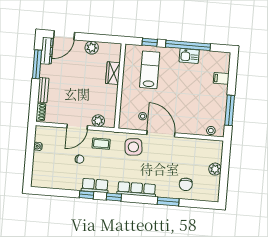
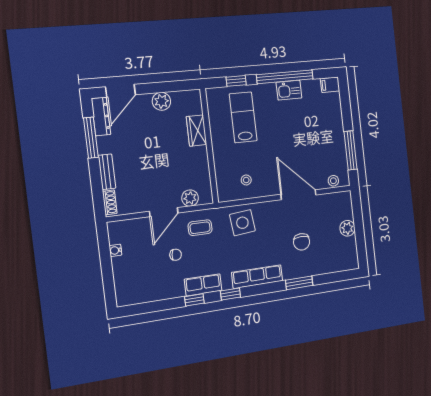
filing cabinet: (221, 78) -> (330, 85), moved
door: (161, 134) -> (299, 195), moved
chair: (186, 184) -> (302, 242), moved

